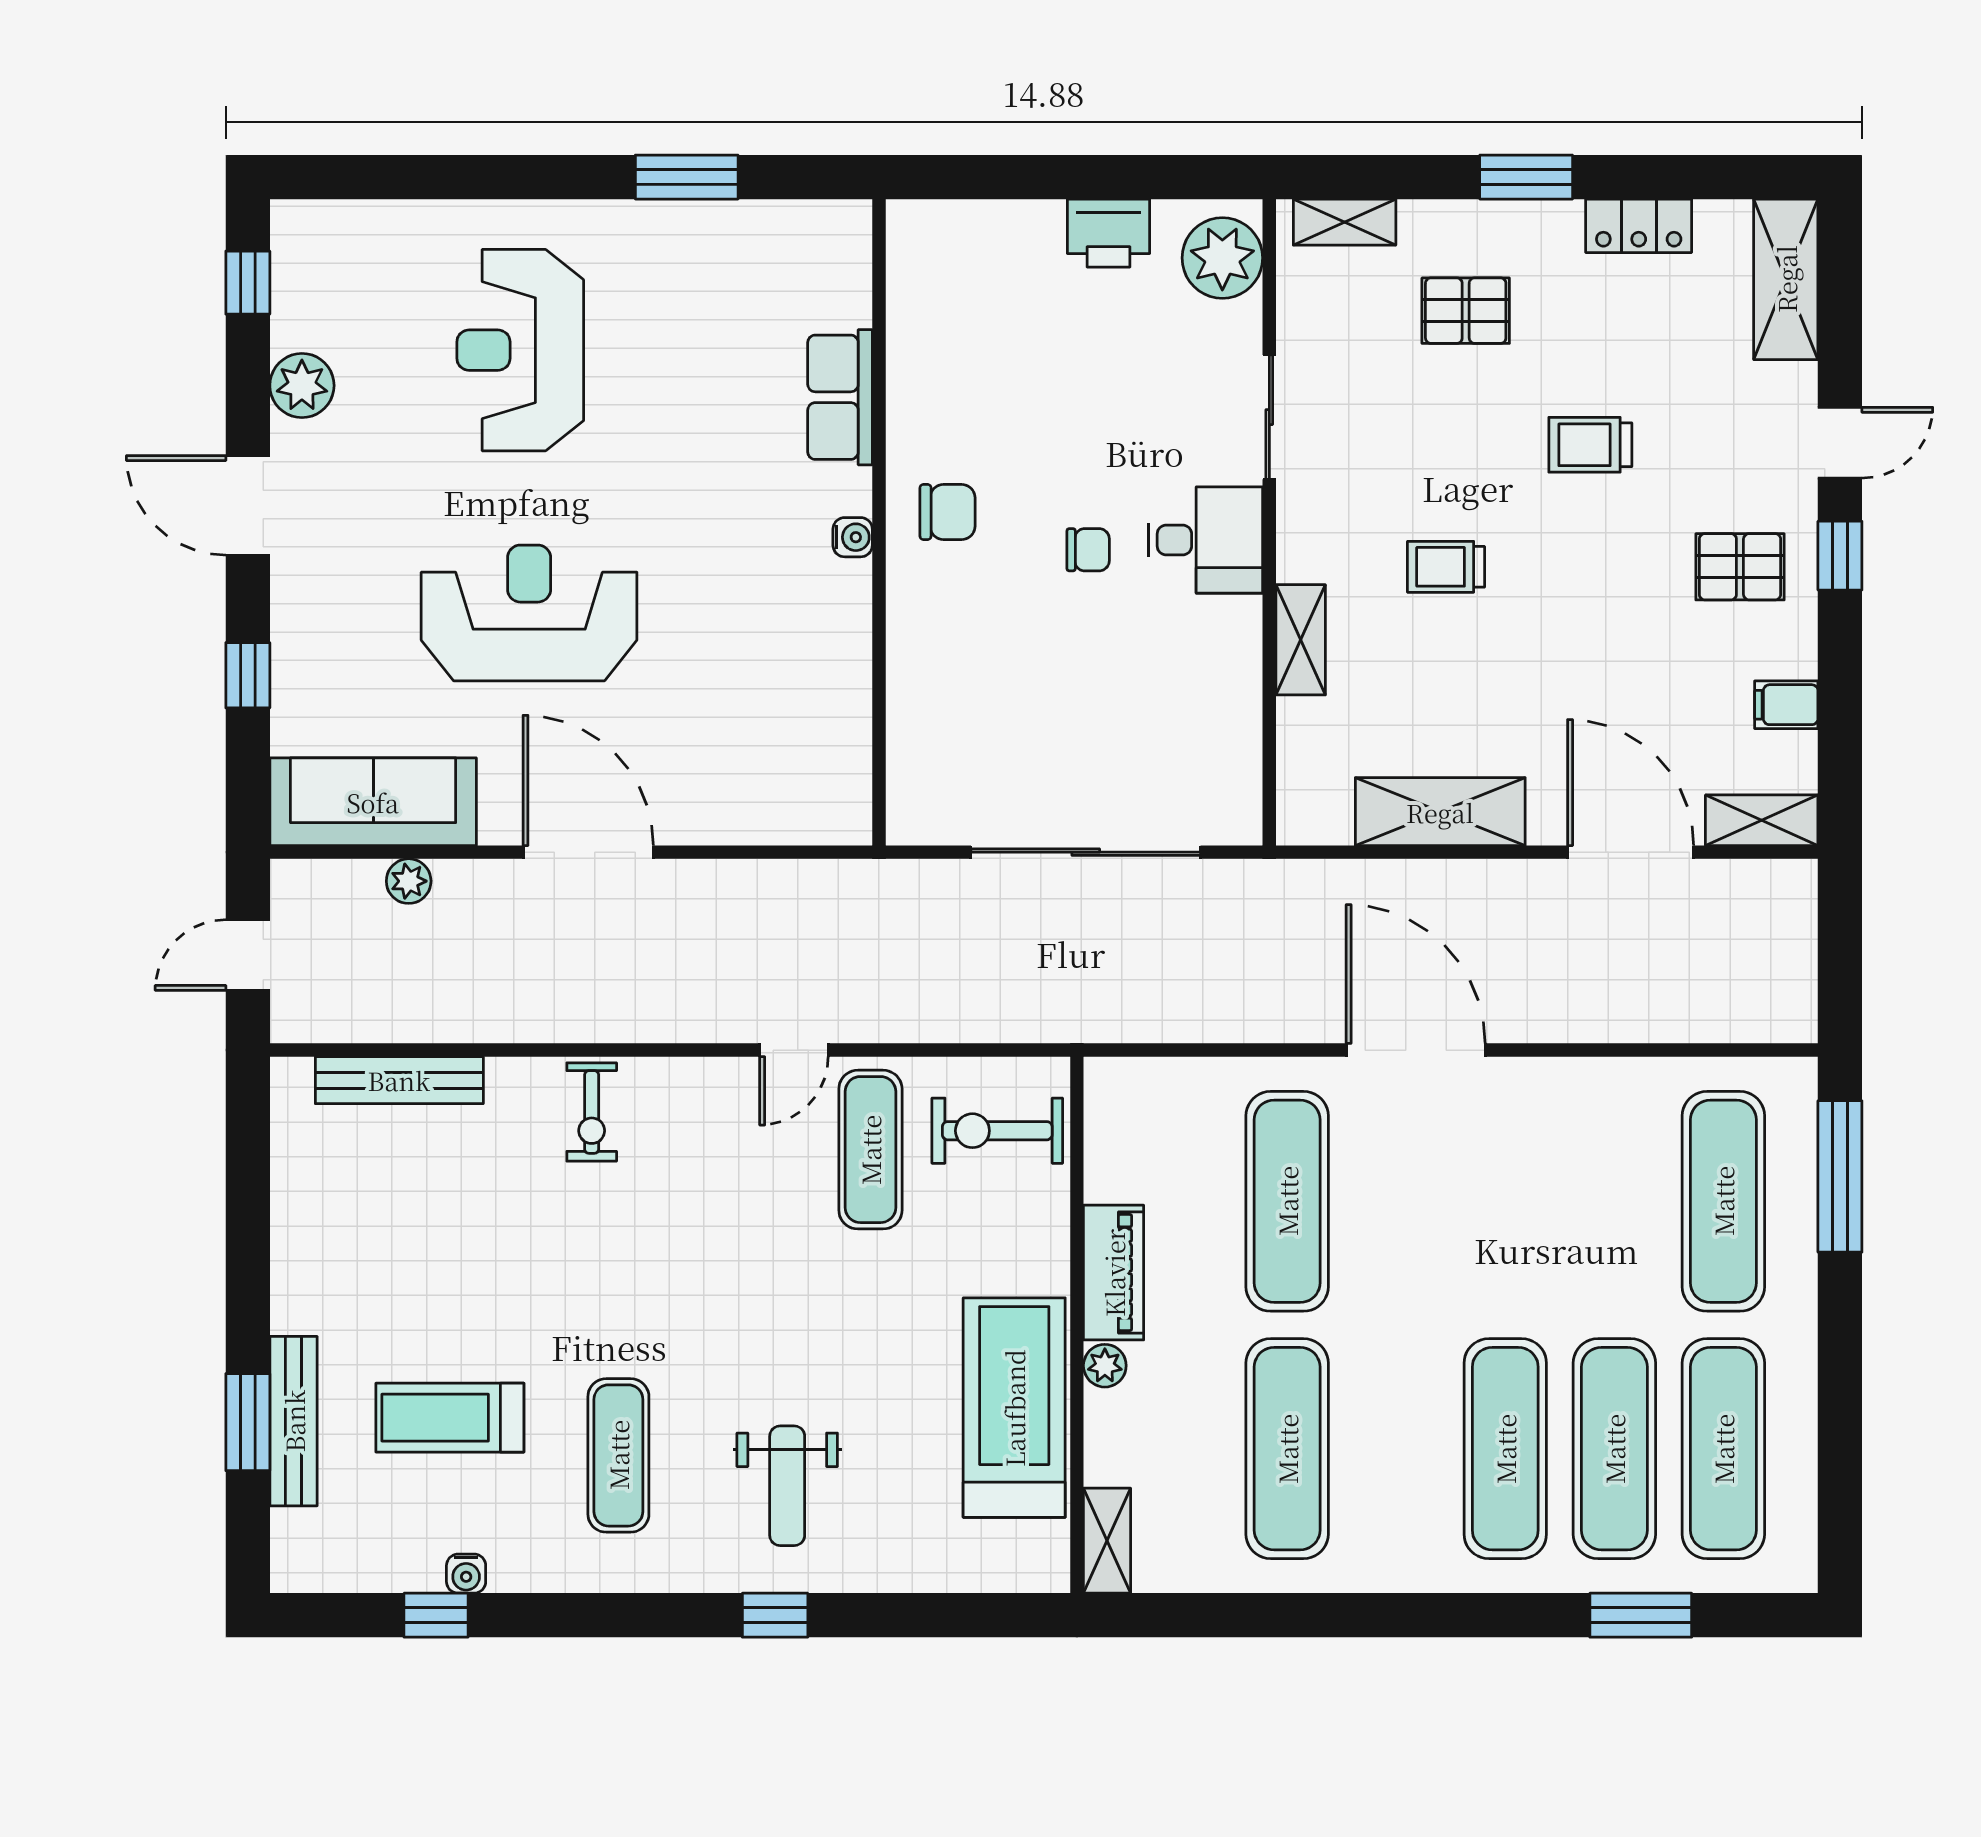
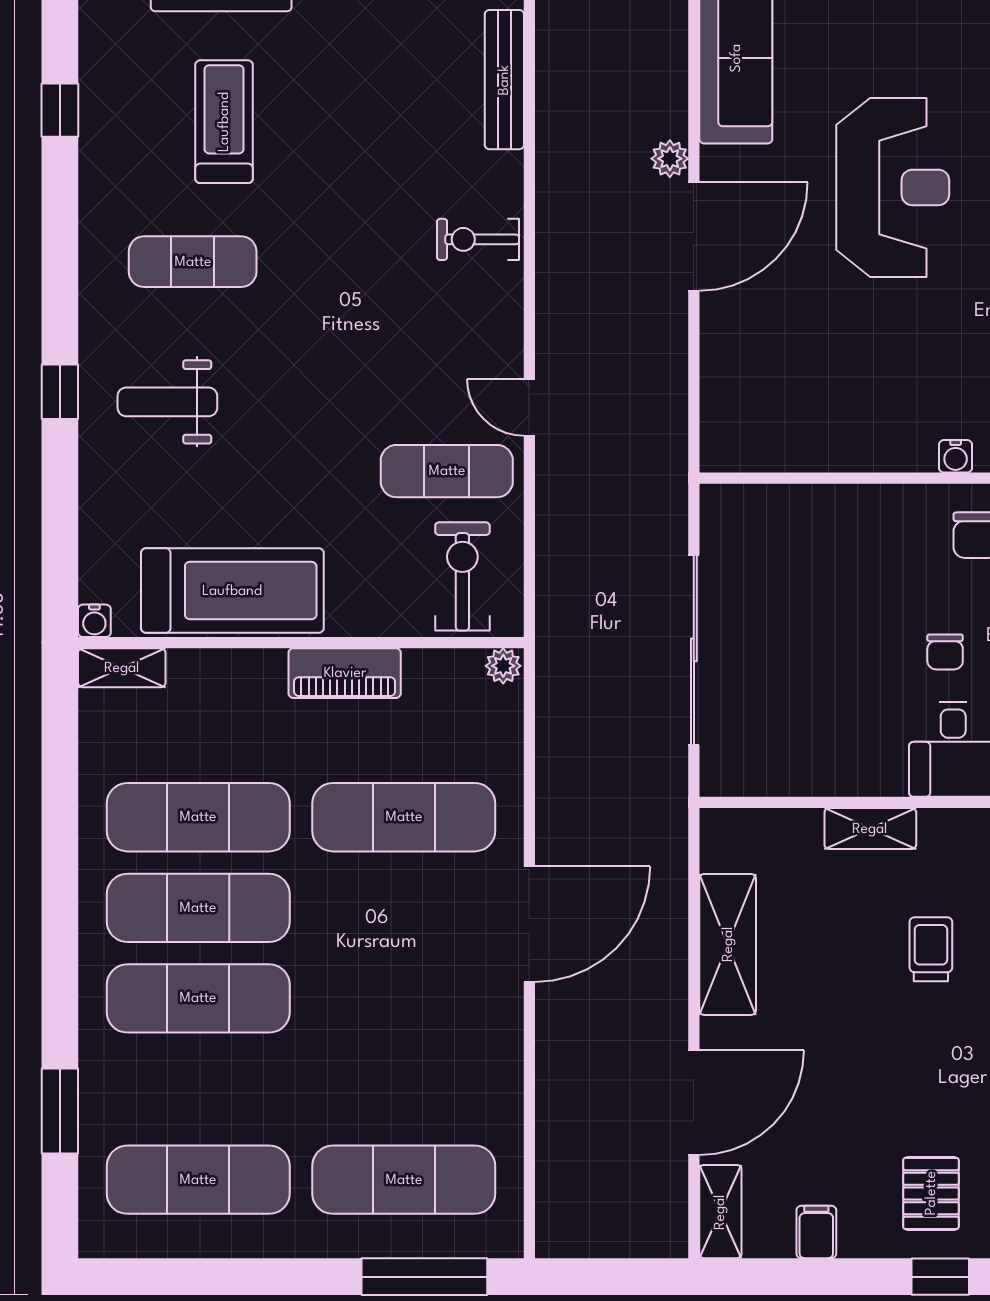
plant: (409, 881) -> (670, 159), moved
plant: (1105, 1366) -> (503, 666), moved
exercise mat: (1614, 1449) -> (198, 908), moved
water cooler: (466, 1574) -> (94, 621), moved, turned -90

